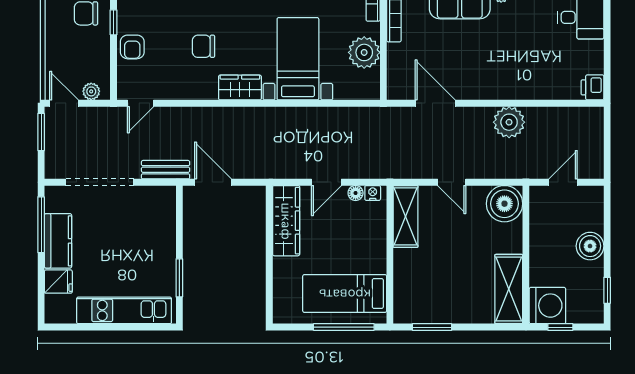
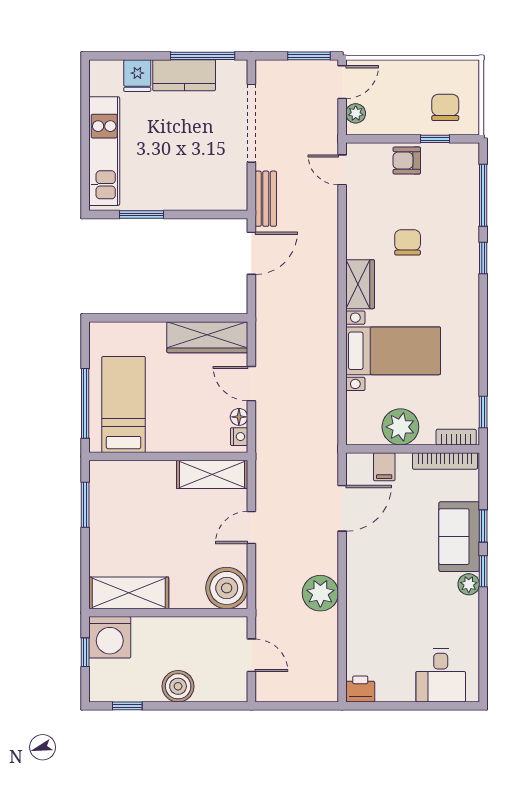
filing cabinet: (399, 67) -> (384, 467), added

